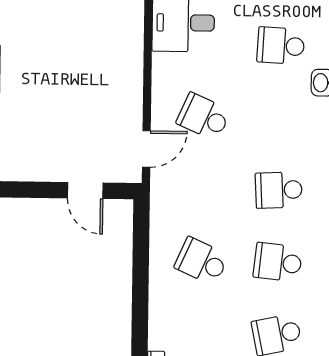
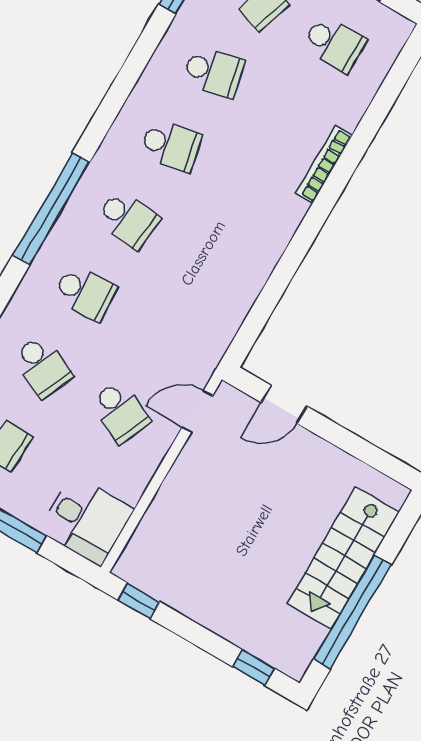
door: (85, 190) -> (284, 404), swing flipped
school desk: (202, 261) -> (42, 366), moved

